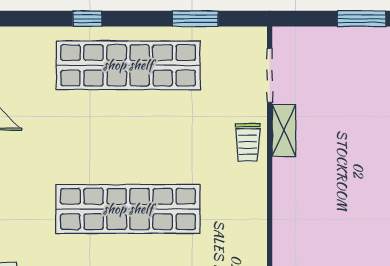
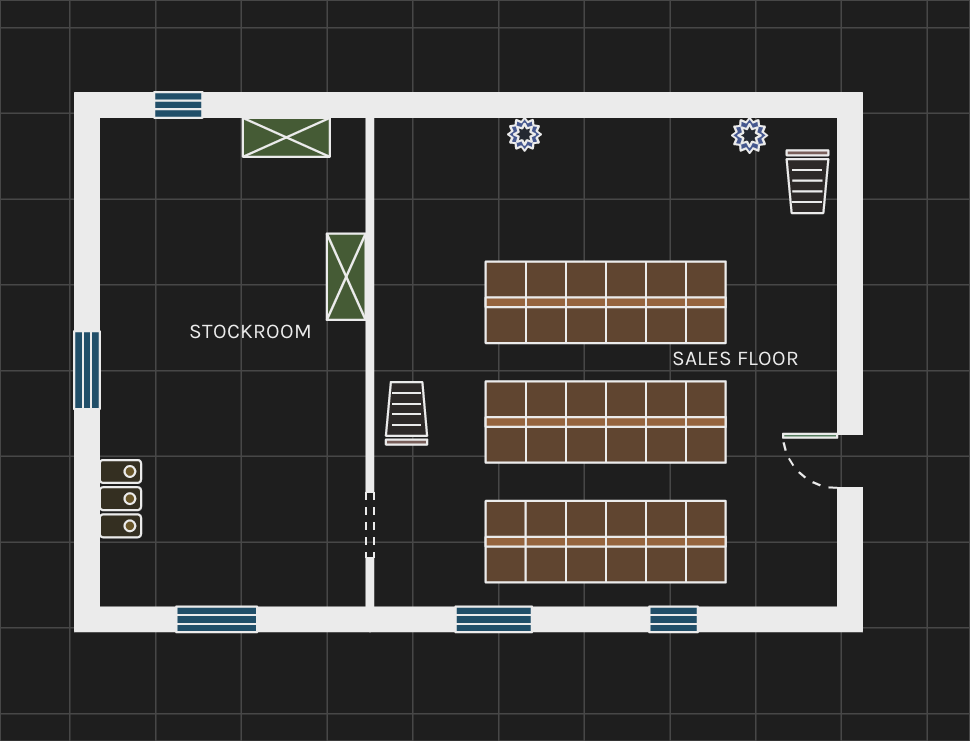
doorway: (270, 75) -> (370, 525), width x0.73
shelving: (284, 130) -> (346, 277), moved
shop shelf: (128, 137) -> (606, 422), added

